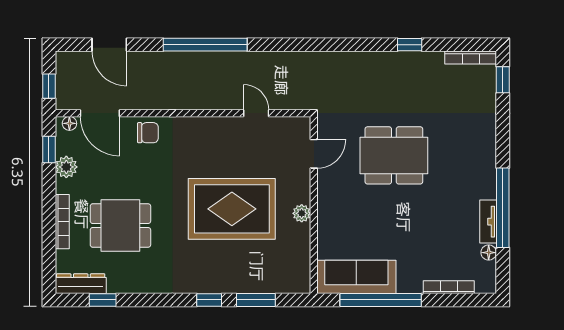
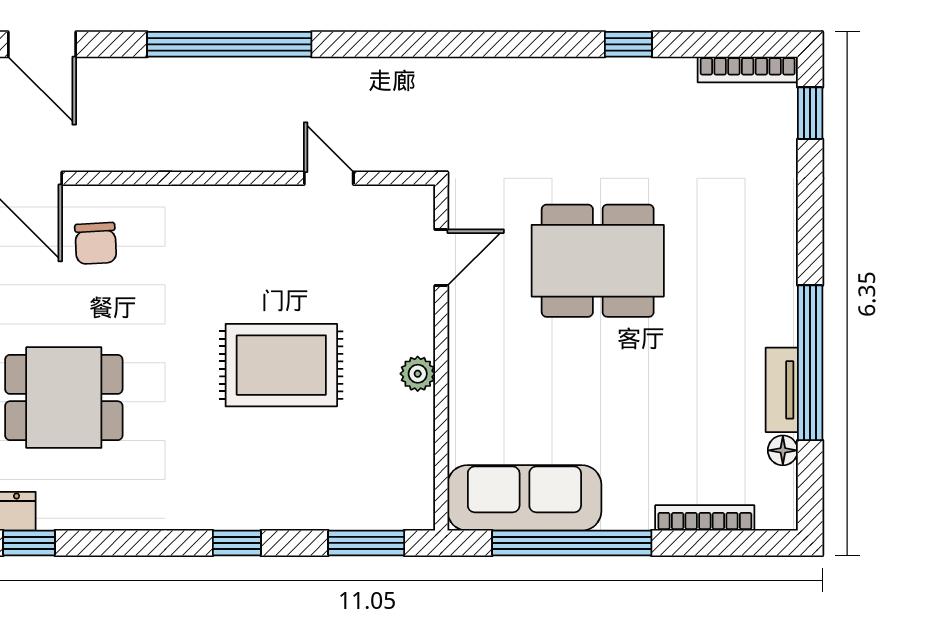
chair: (148, 133) -> (96, 243), moved, turned 87
rug: (232, 209) -> (281, 365), width x0.73, depth x0.69
window: (256, 300) -> (366, 543), moved

